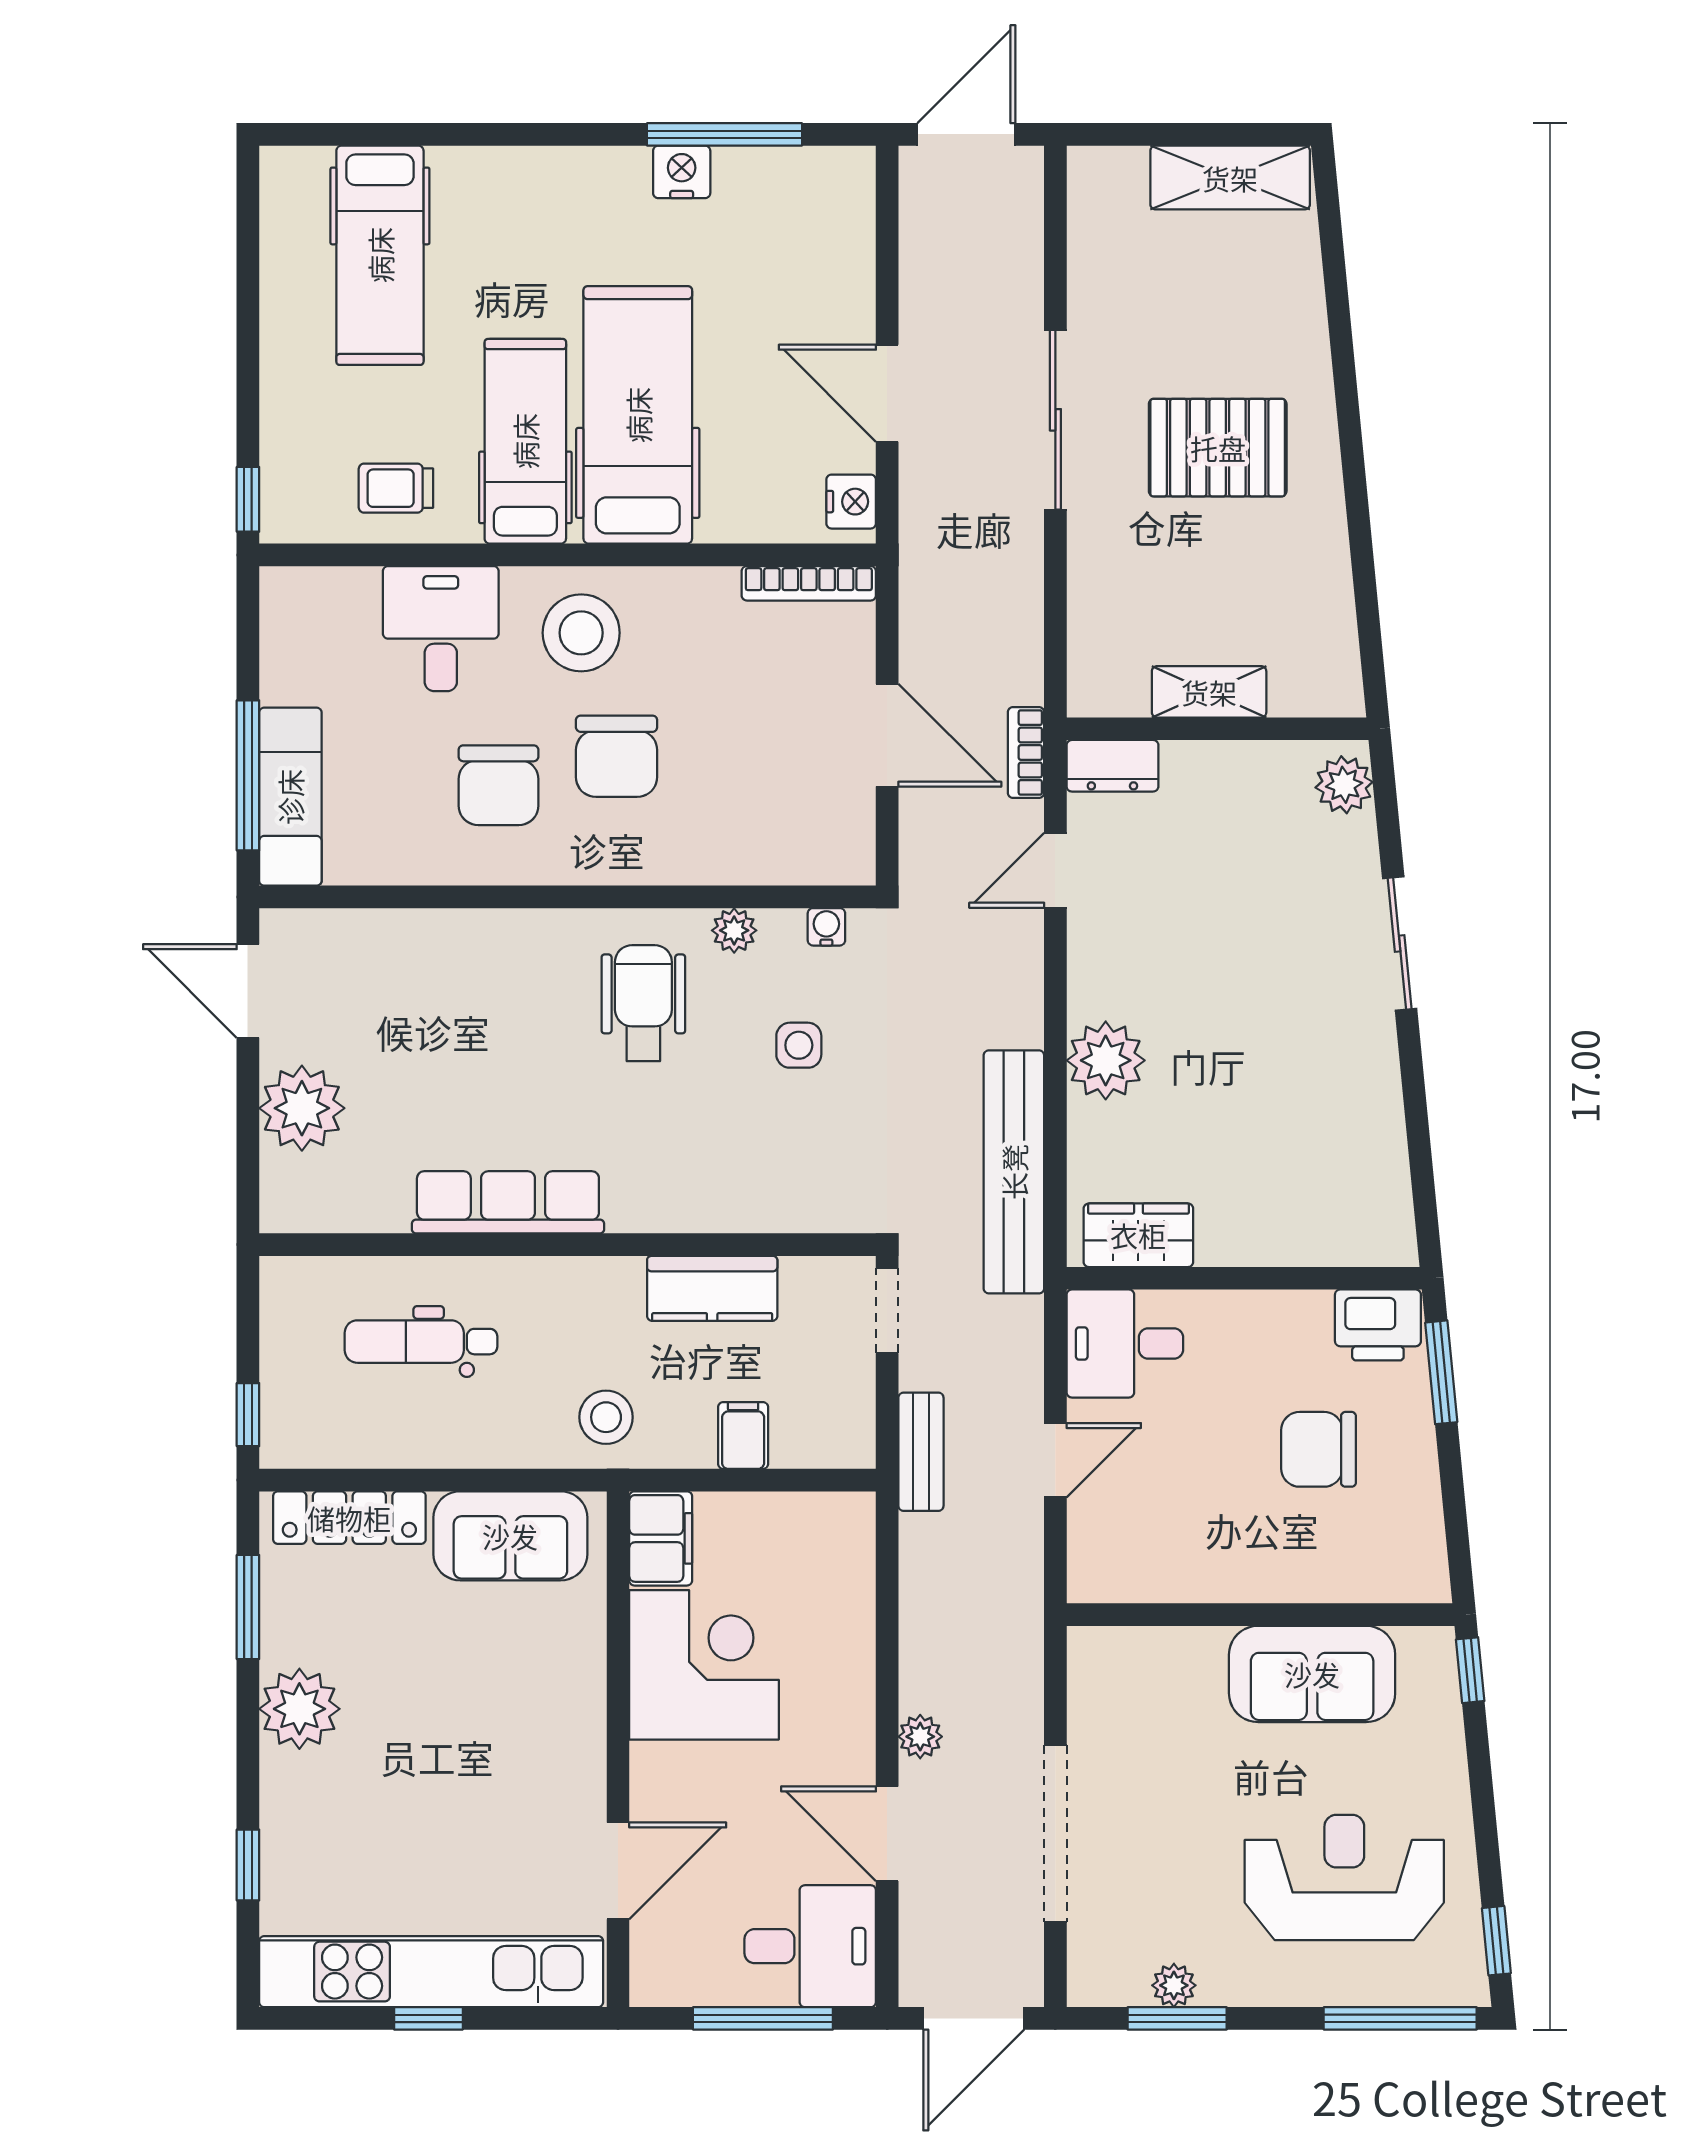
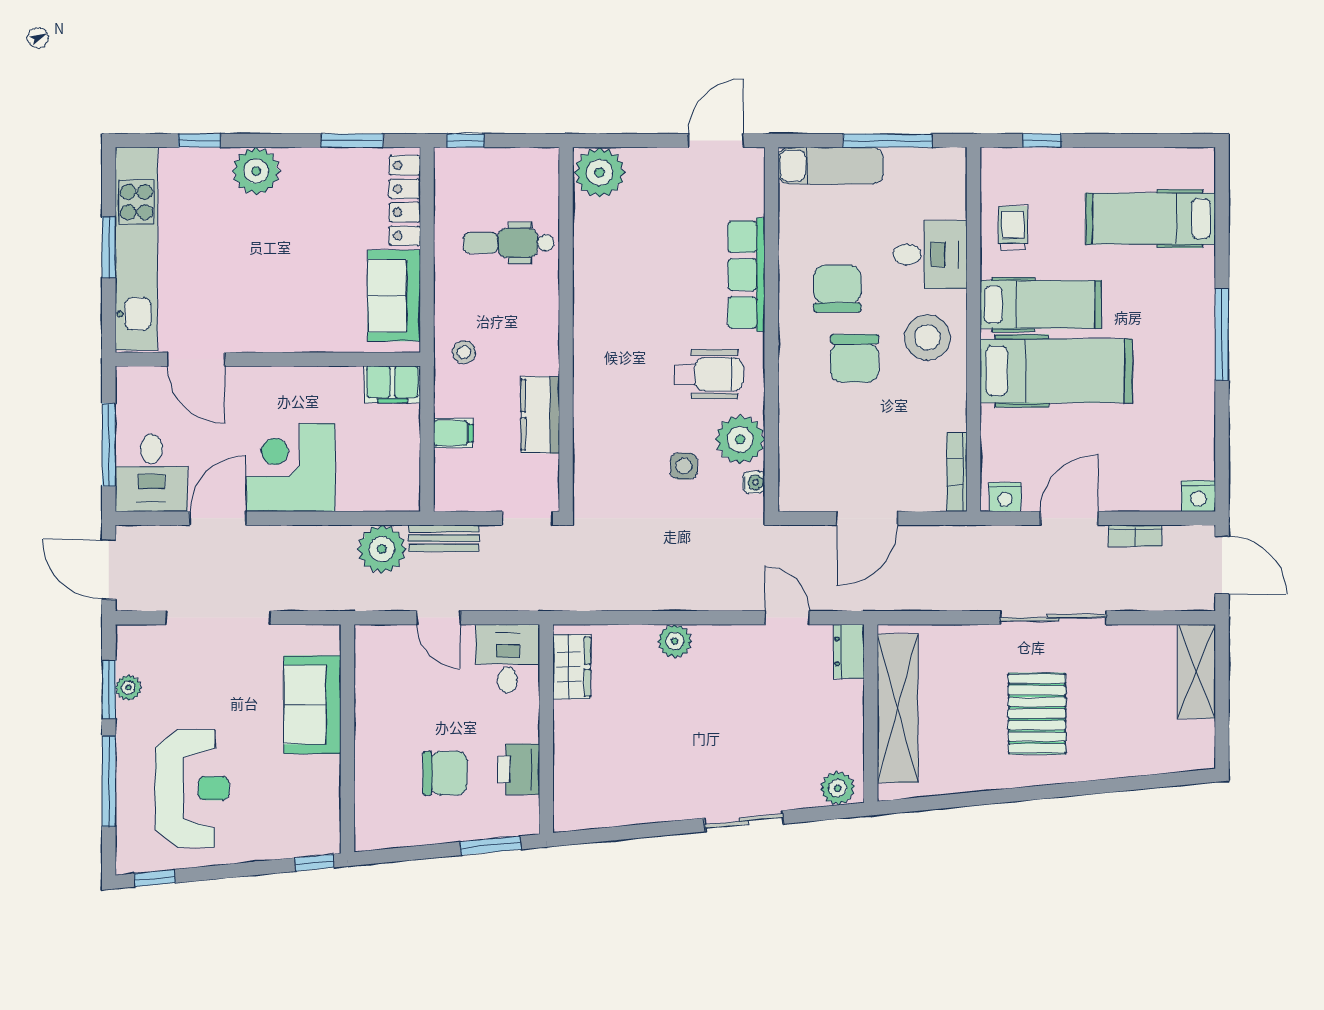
window: (724, 134) -> (1222, 334), moved
nightstand: (682, 172) -> (1198, 496), moved, turned 90
shelving: (1230, 178) -> (1196, 671), moved
window: (248, 499) -> (1042, 141), moved
shelving: (1209, 692) -> (898, 708), width x2.20, depth x1.33
bookcase: (1026, 753) -> (1135, 536), moved, turned 180
chair: (617, 756) -> (855, 358), turned -90
window: (248, 775) -> (888, 141), moved
chair: (498, 785) -> (837, 289), turned 90
plant: (734, 930) -> (740, 439), width x1.87, depth x1.87
plant: (1106, 1060) -> (675, 641), width x0.73, depth x0.73
plant: (302, 1108) -> (600, 172), moved
bench: (1014, 1172) -> (609, 593), removed
row of seats: (508, 1202) -> (746, 275), moved, turned 180
printer: (1378, 1325) -> (519, 769), moved
dental chair: (421, 1342) -> (509, 243), turned -90
stool: (606, 1417) -> (464, 352), width x0.73, depth x0.73
chair: (1319, 1449) -> (445, 773), turned 90
corner desk: (704, 1665) -> (291, 467), moved, turned 180
sofa: (1312, 1674) -> (312, 705), moved
plant: (299, 1709) -> (256, 171), moved
plant: (920, 1737) -> (382, 549), moved, width x1.88, depth x1.88
window: (428, 2018) -> (109, 247), width x1.50
window: (1400, 2018) -> (109, 781), moved

